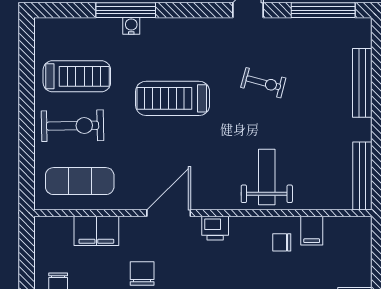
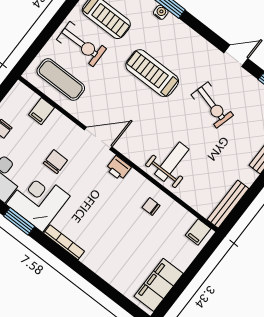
exercise bike: (263, 83) -> (212, 105), width x1.38, depth x1.39
filing cabinet: (96, 231) -> (41, 111), width x0.50
filing cabinet: (312, 231) -> (198, 232), moved

